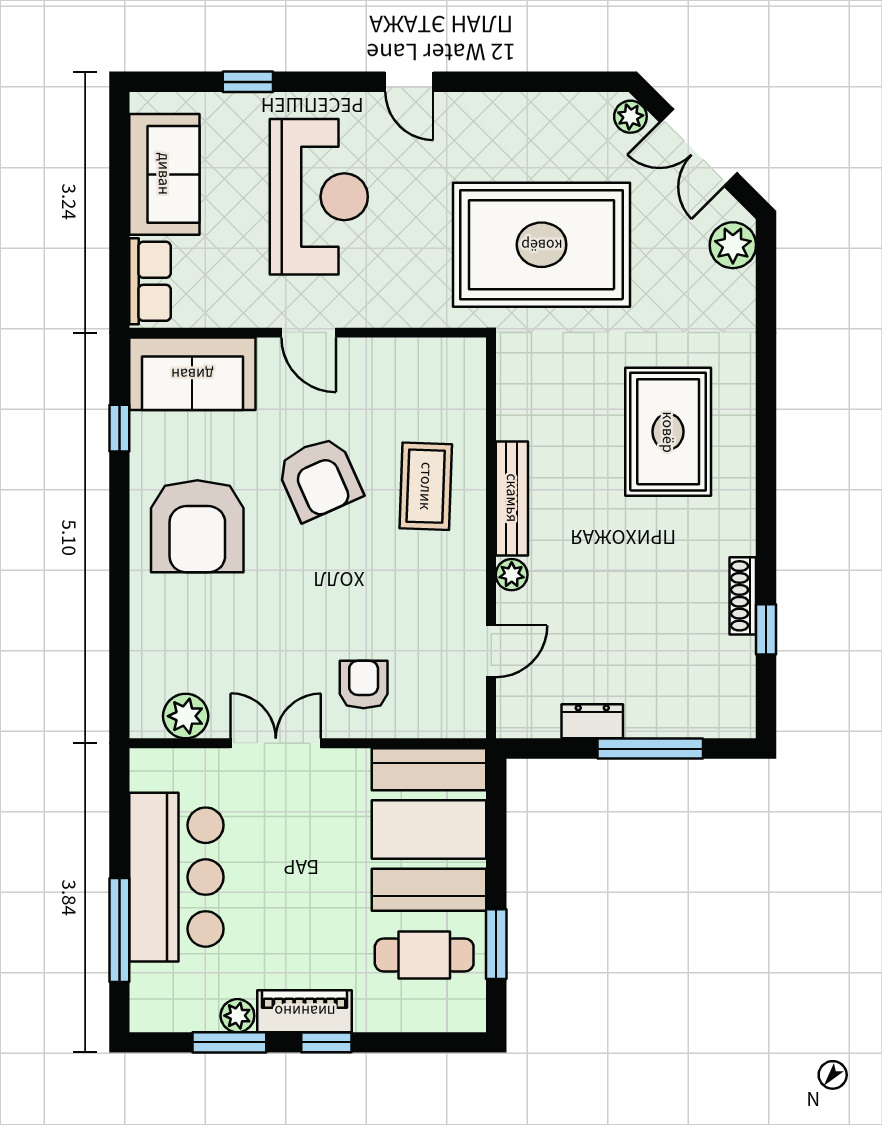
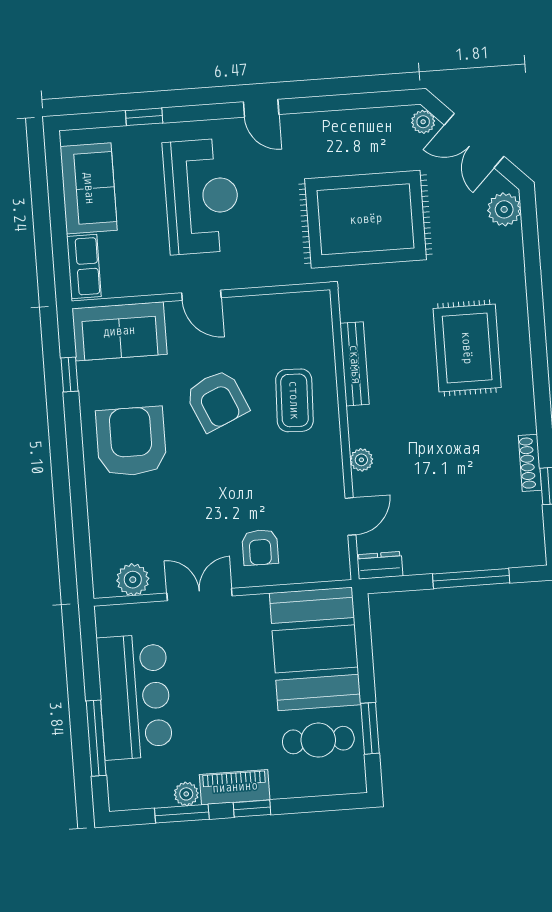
bench: (512, 498) -> (355, 364), moved
armchair: (197, 526) -> (131, 442), turned 180
armchair: (364, 685) -> (260, 547), turned 180
dresser: (592, 721) -> (380, 565), moved

